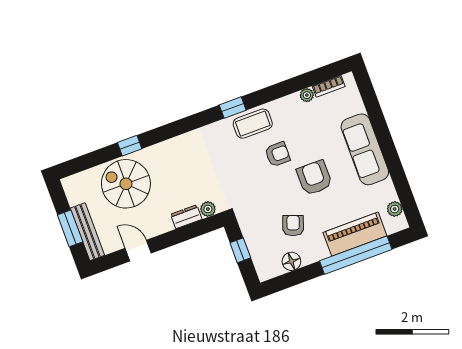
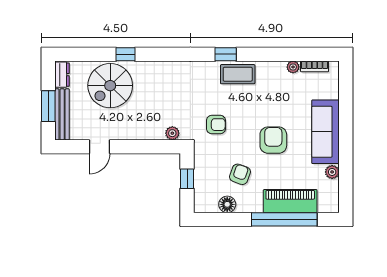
armchair: (277, 154) -> (216, 125), moved
spiral stairs: (126, 184) -> (110, 86), turned -90
plant: (395, 209) -> (332, 172), moved
dresser: (186, 217) -> (62, 75), moved, turned 90
door: (138, 251) -> (100, 147), swing flipped

